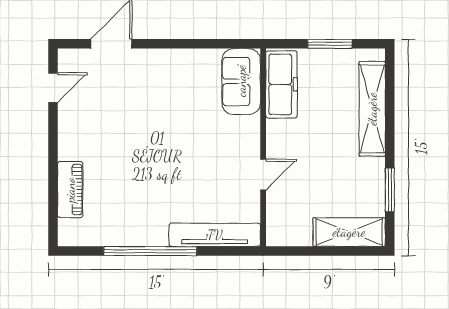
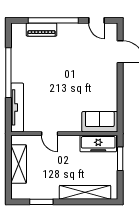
window: (330, 44) -> (120, 159), moved
window: (53, 168) -> (53, 20), added
shelving: (349, 232) -> (19, 164), moved

